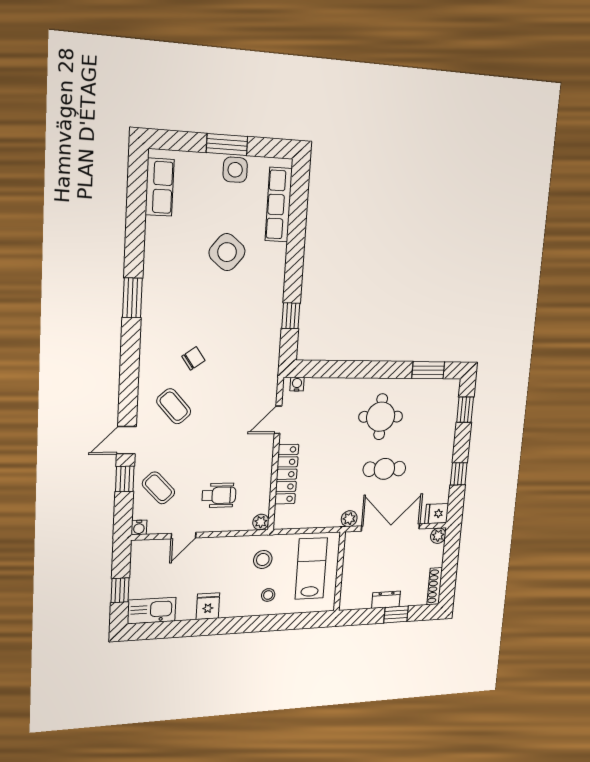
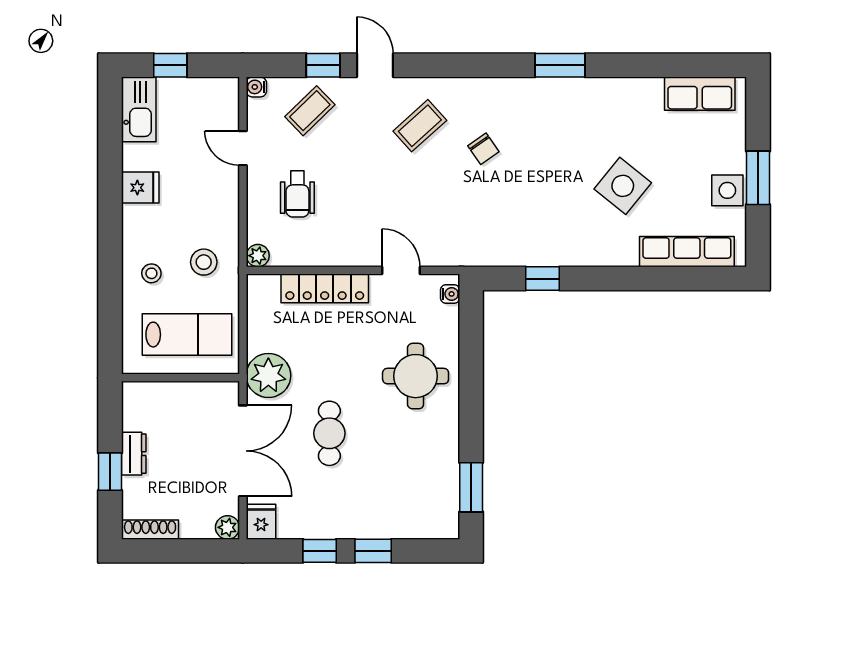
window: (465, 410) -> (373, 551), moved
round table: (381, 417) -> (416, 376), moved
plant: (349, 519) -> (268, 375), width x1.87, depth x1.87

